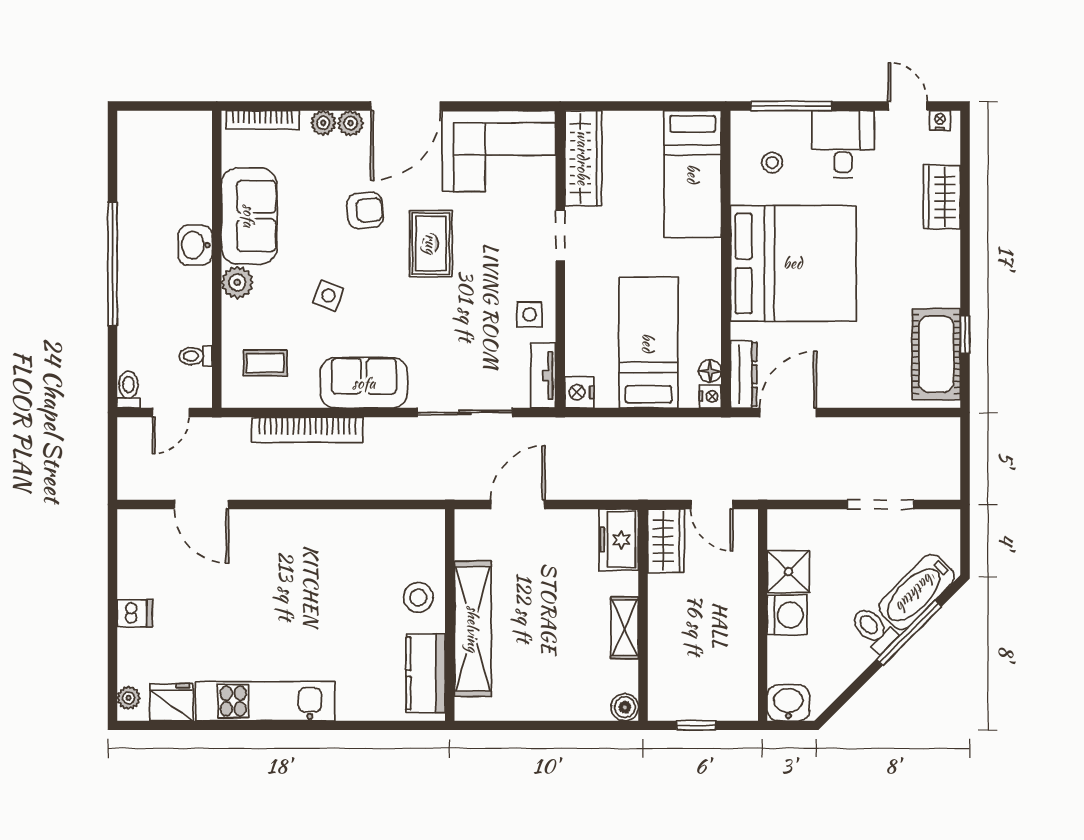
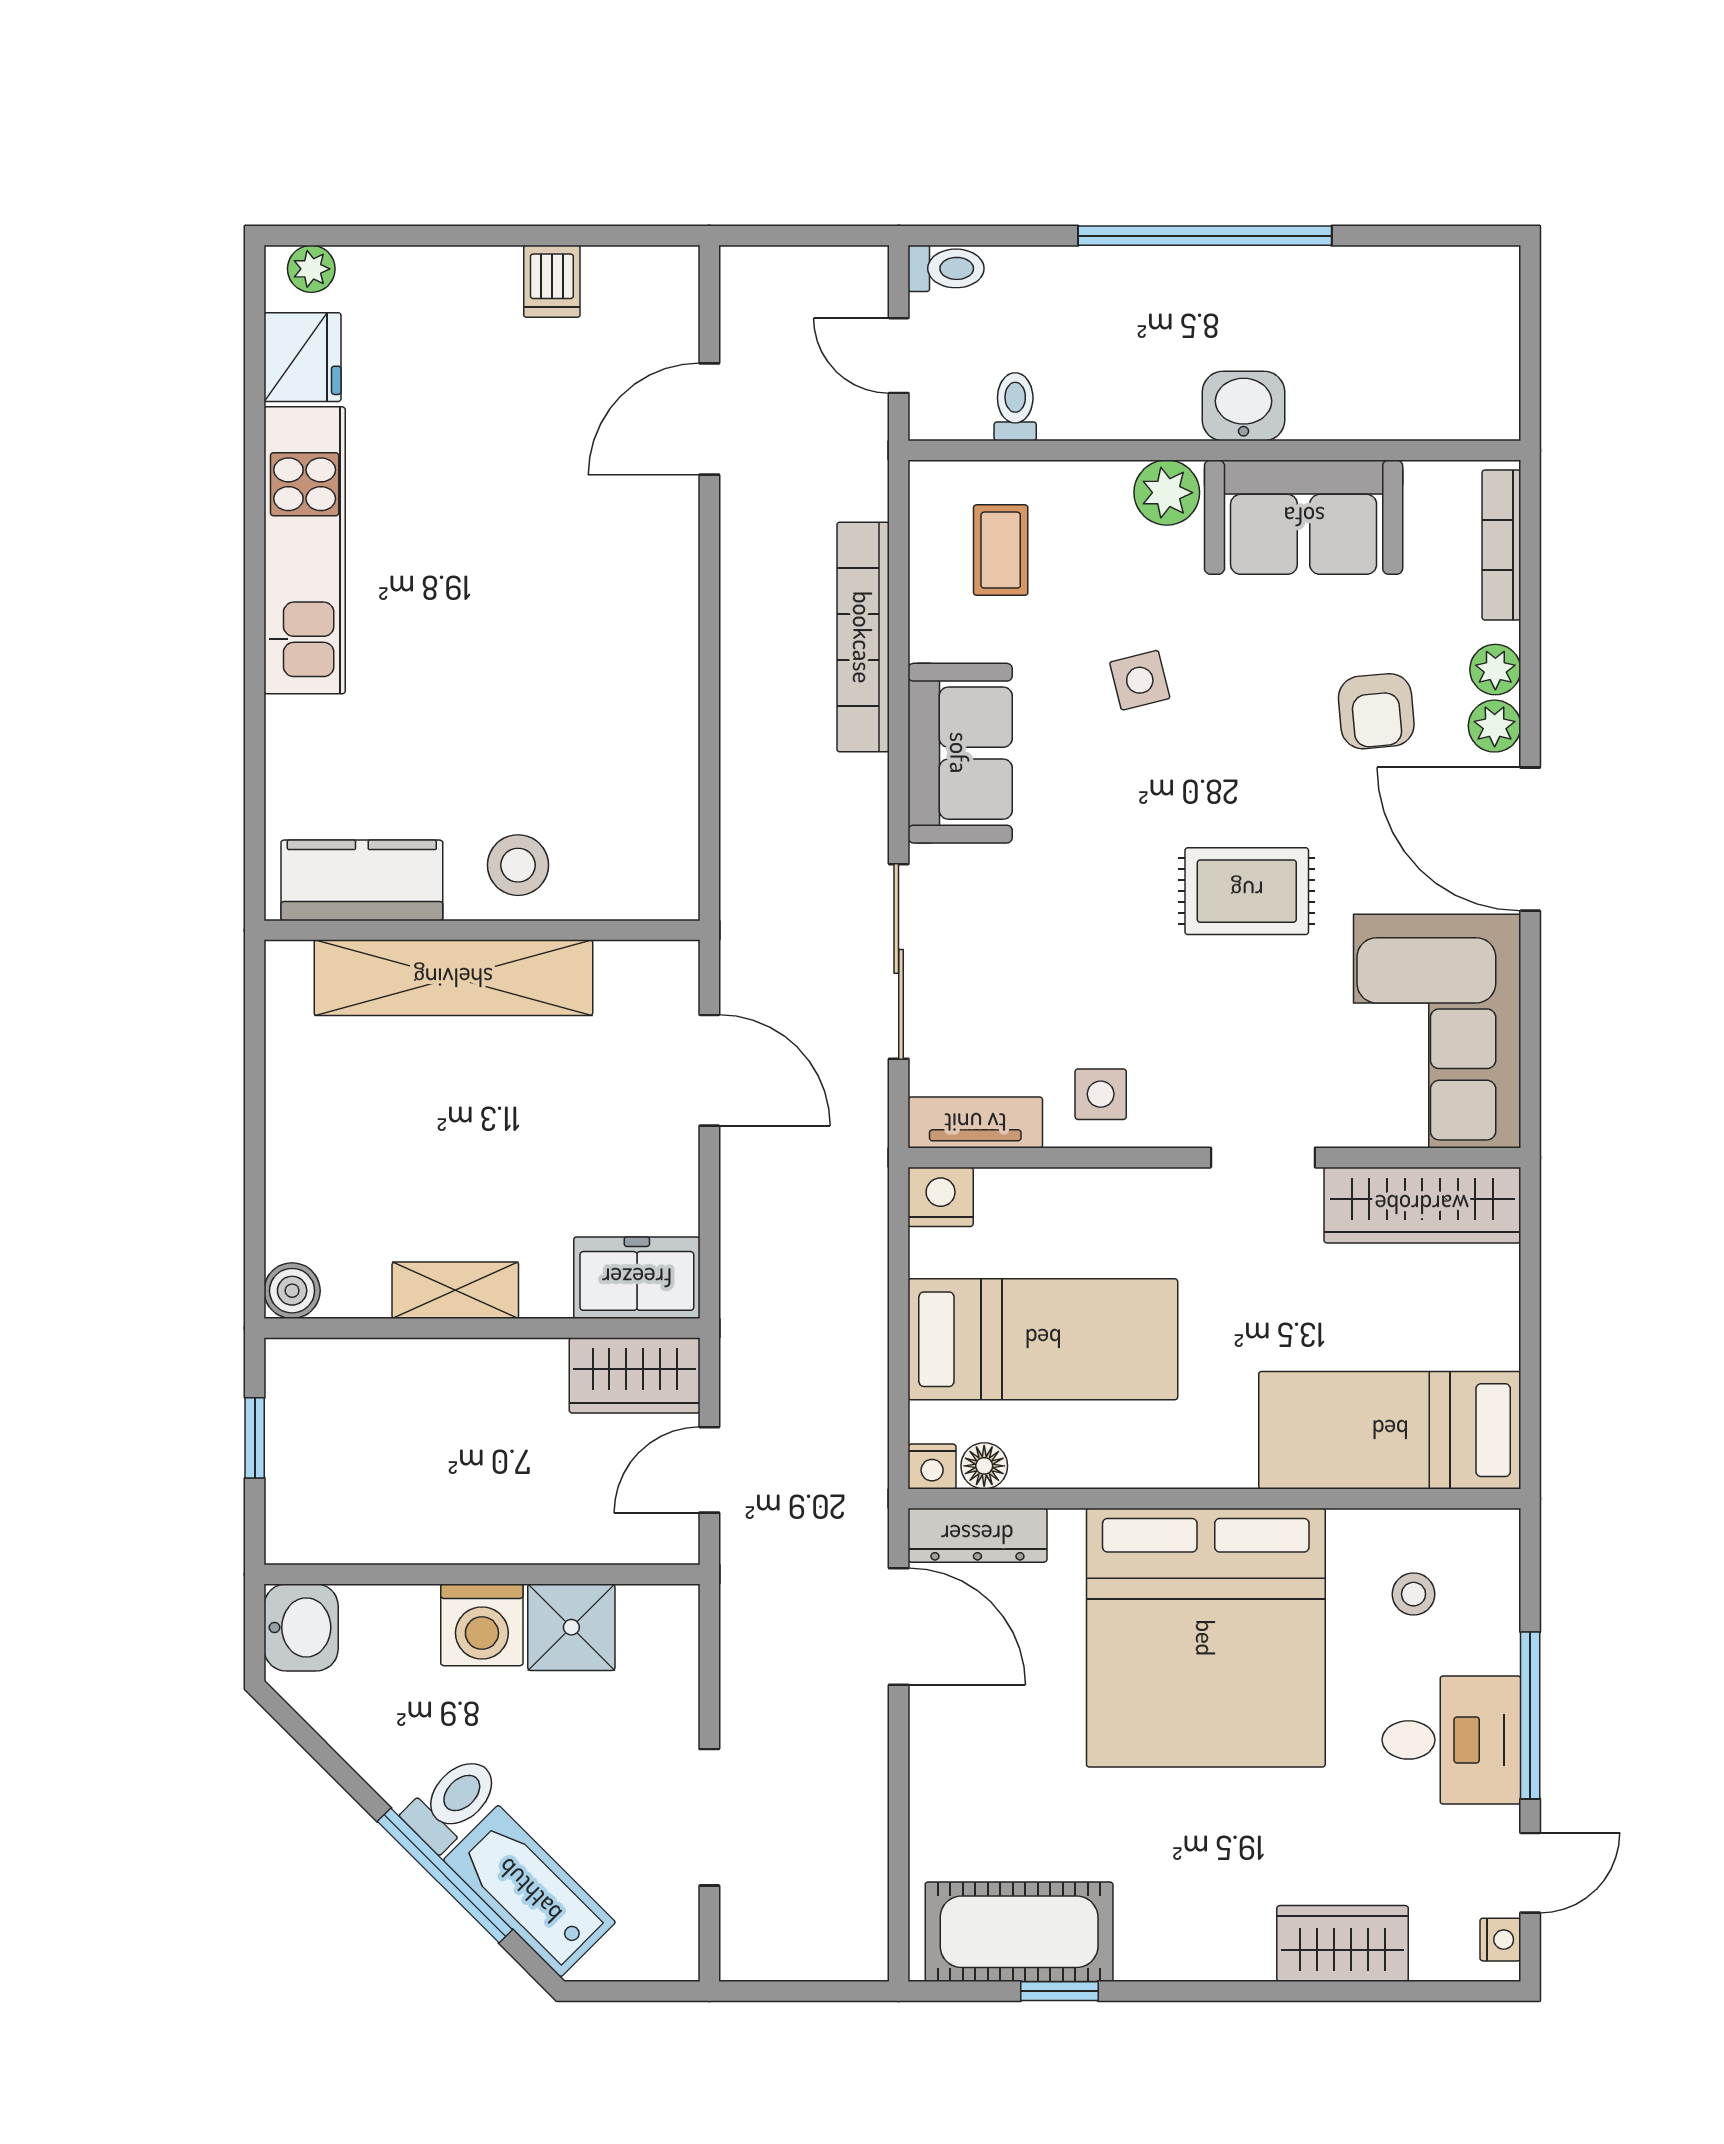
window: (791, 106) -> (1530, 1715), moved
armchair: (365, 210) -> (1376, 711), moved
side table: (328, 296) -> (1140, 680), turned -36
dishwasher: (135, 613) -> (552, 281), moved

